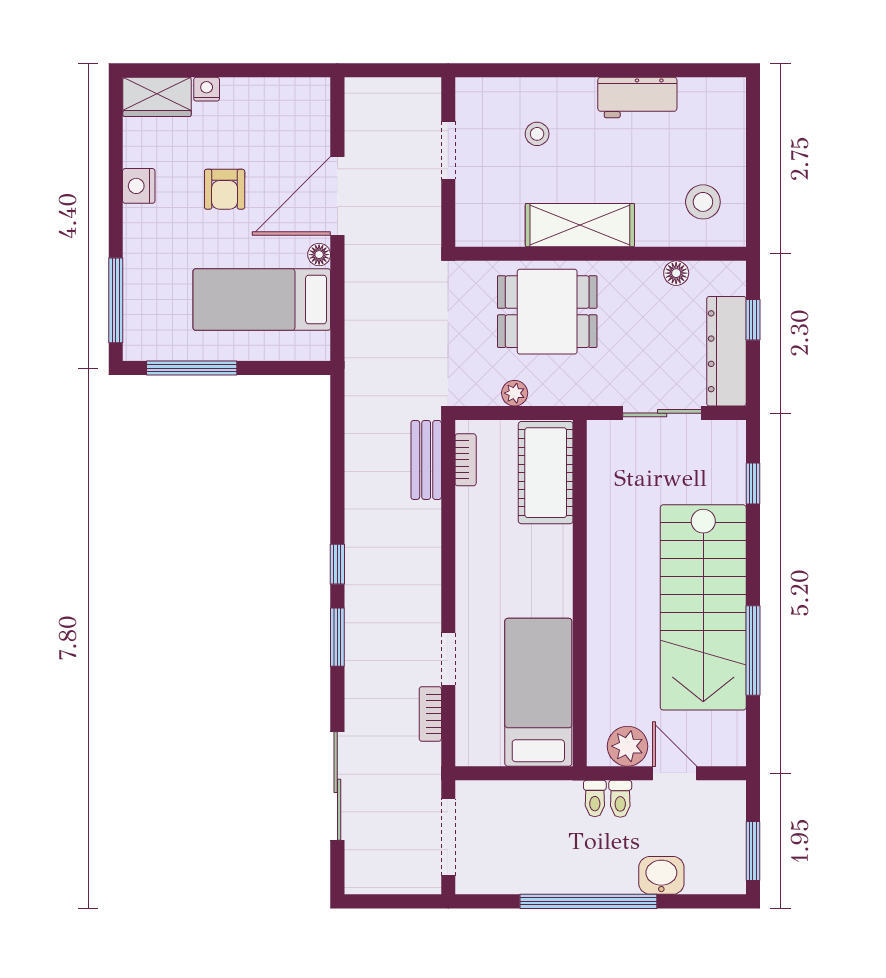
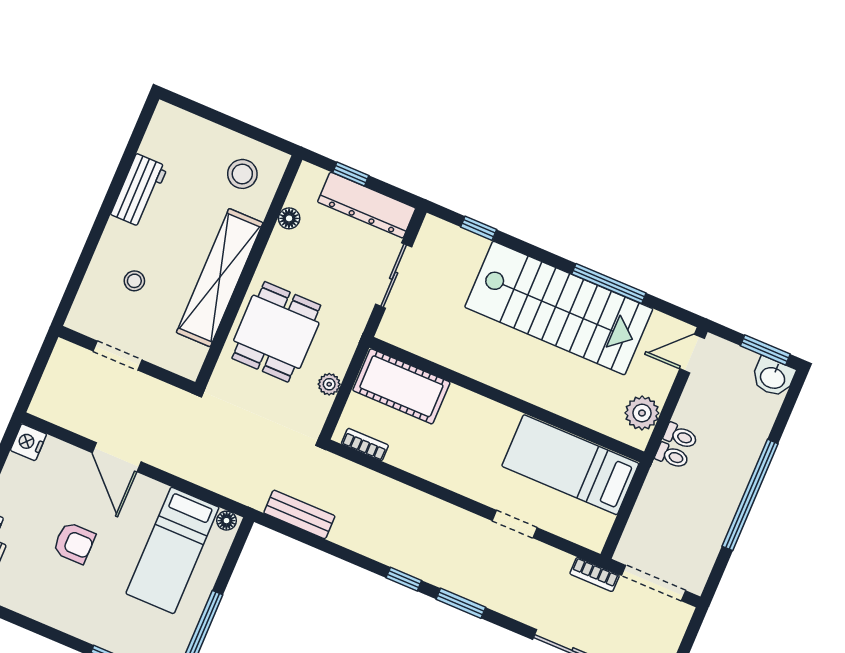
nightstand: (139, 186) -> (28, 442), moved, turned 90
door: (337, 196) -> (117, 457), width x0.73
shelving: (580, 225) -> (220, 278), width x1.47
floor lamp: (319, 255) -> (227, 521), moved
bench: (426, 460) -> (299, 514), moved
bookcase: (430, 714) -> (595, 574), moved
door: (675, 773) -> (692, 354), moved
washbasin: (661, 875) -> (773, 377), moved, turned -90

